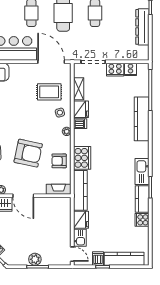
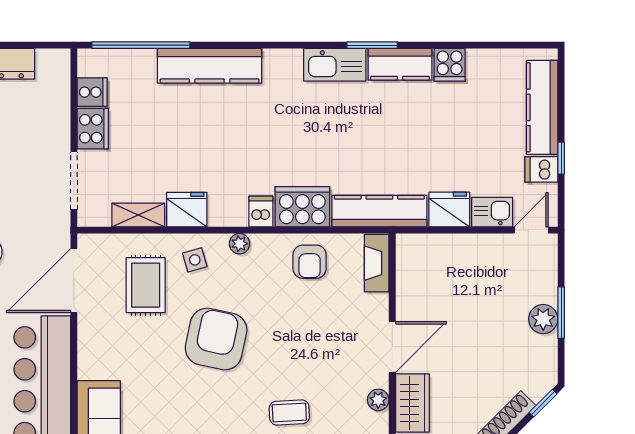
dishwasher: (80, 124) -> (261, 211), moved
armchair: (28, 153) -> (216, 339), moved

